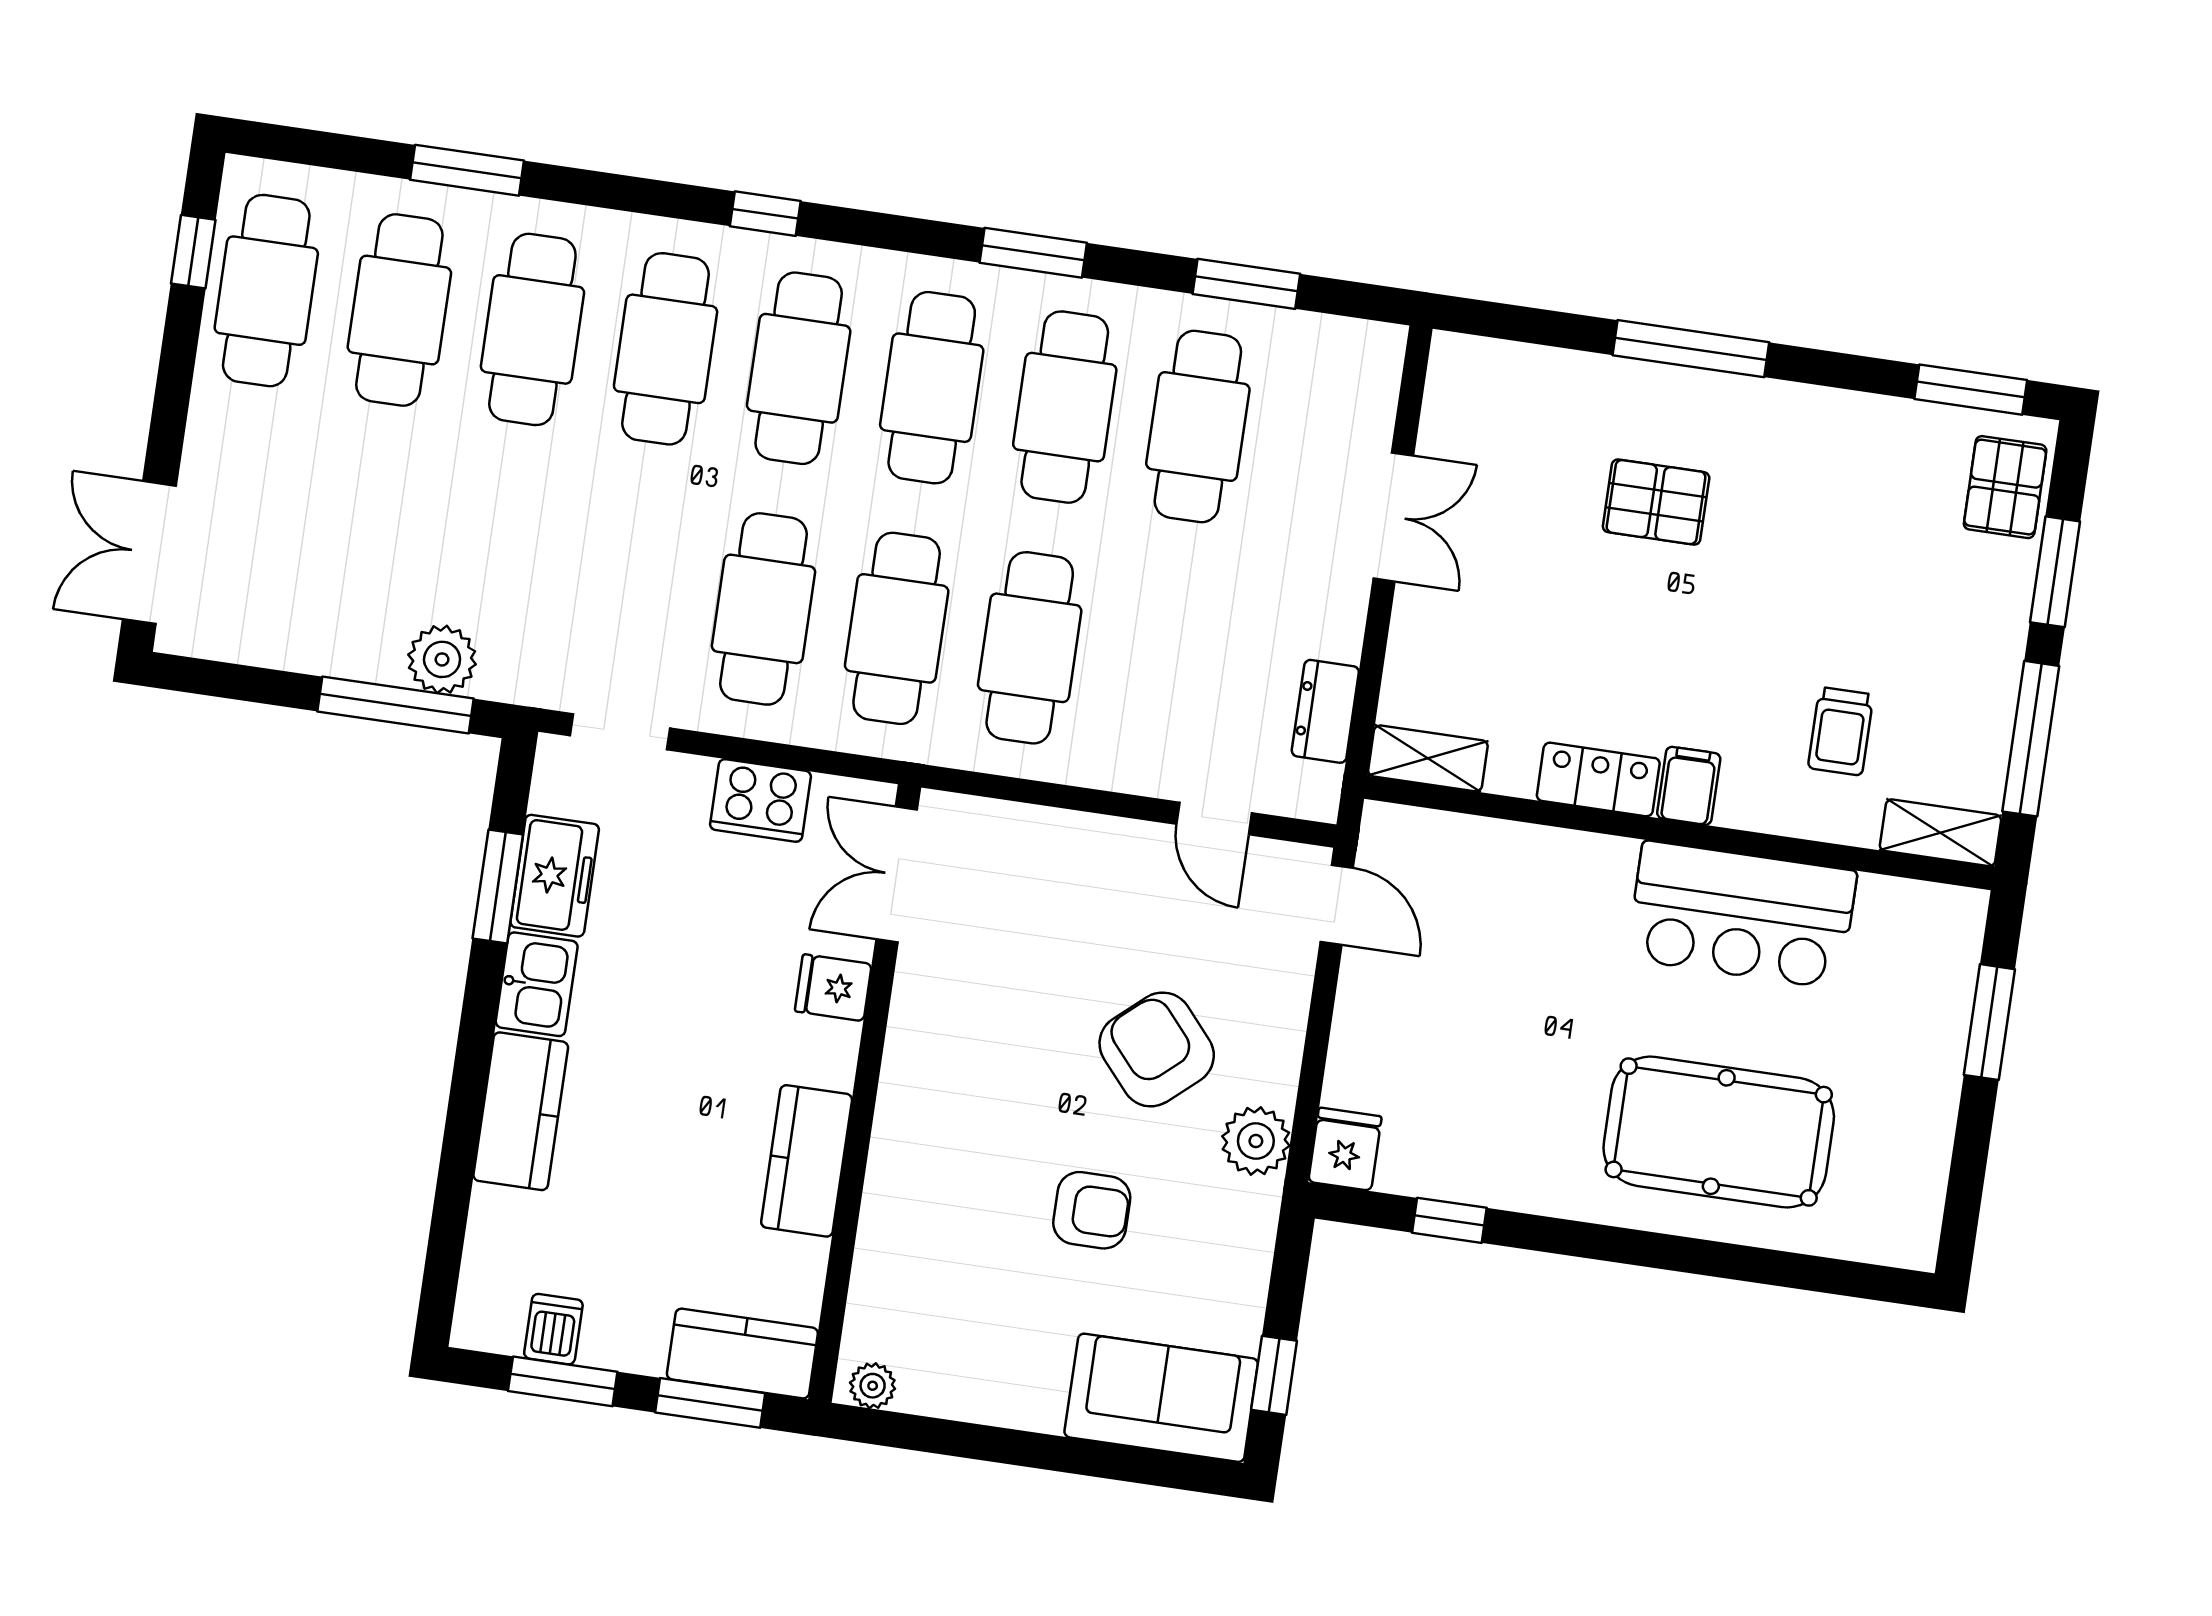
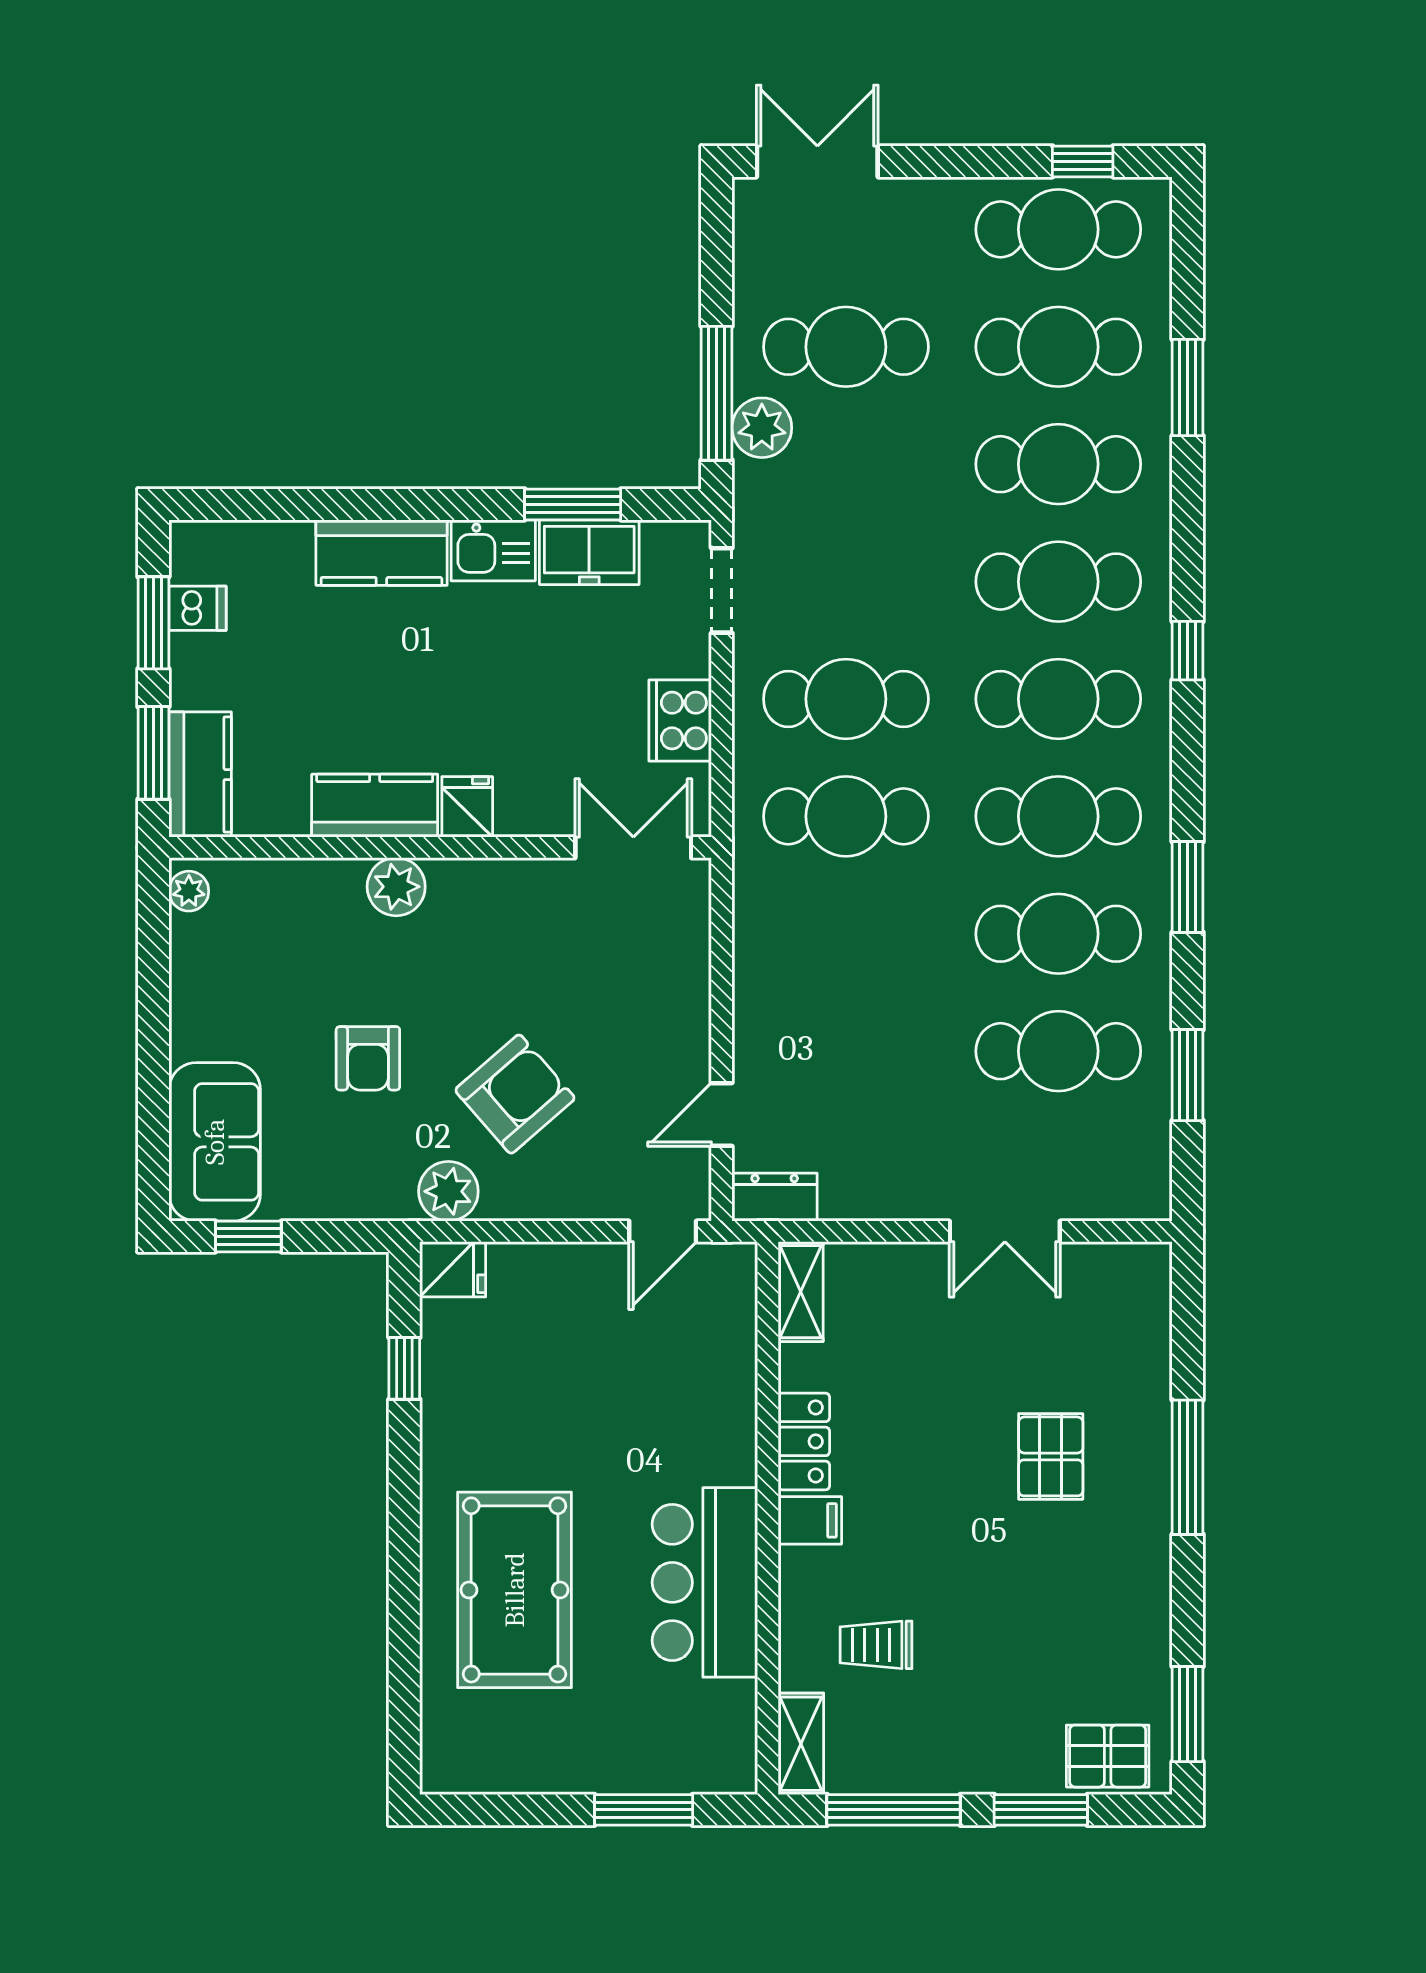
cafe table: (1030, 648) -> (846, 347), moved
dresser: (1325, 711) -> (775, 1197), moved
fridge: (833, 988) -> (467, 807), moved
plant: (902, 1150) -> (396, 887), added

